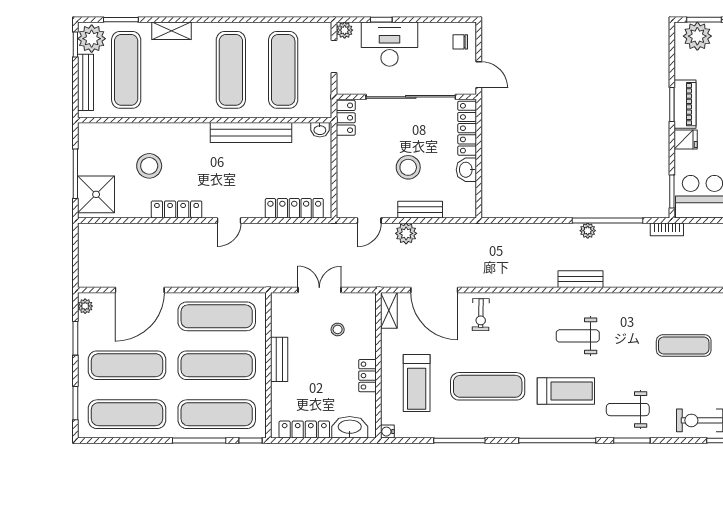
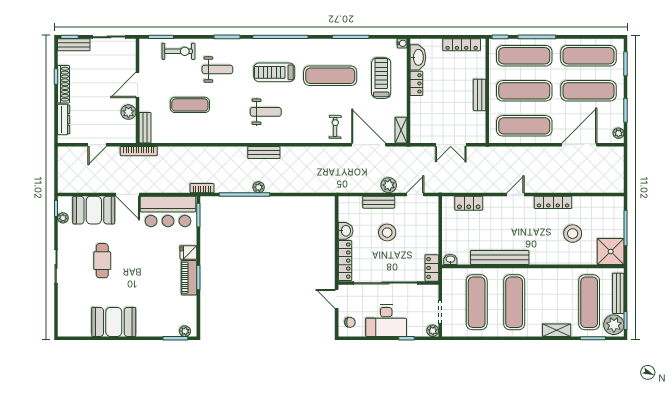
plant: (697, 36) -> (185, 331), width x0.53, depth x0.53
desk: (390, 44) -> (386, 321), moved
shower: (96, 194) -> (611, 252), moved
locker: (294, 208) -> (469, 203), width x0.66
stool: (338, 329) -> (438, 116), removed
weight bench: (628, 410) -> (217, 69), moved
washbasin: (350, 427) -> (418, 57), moved, turned -90

